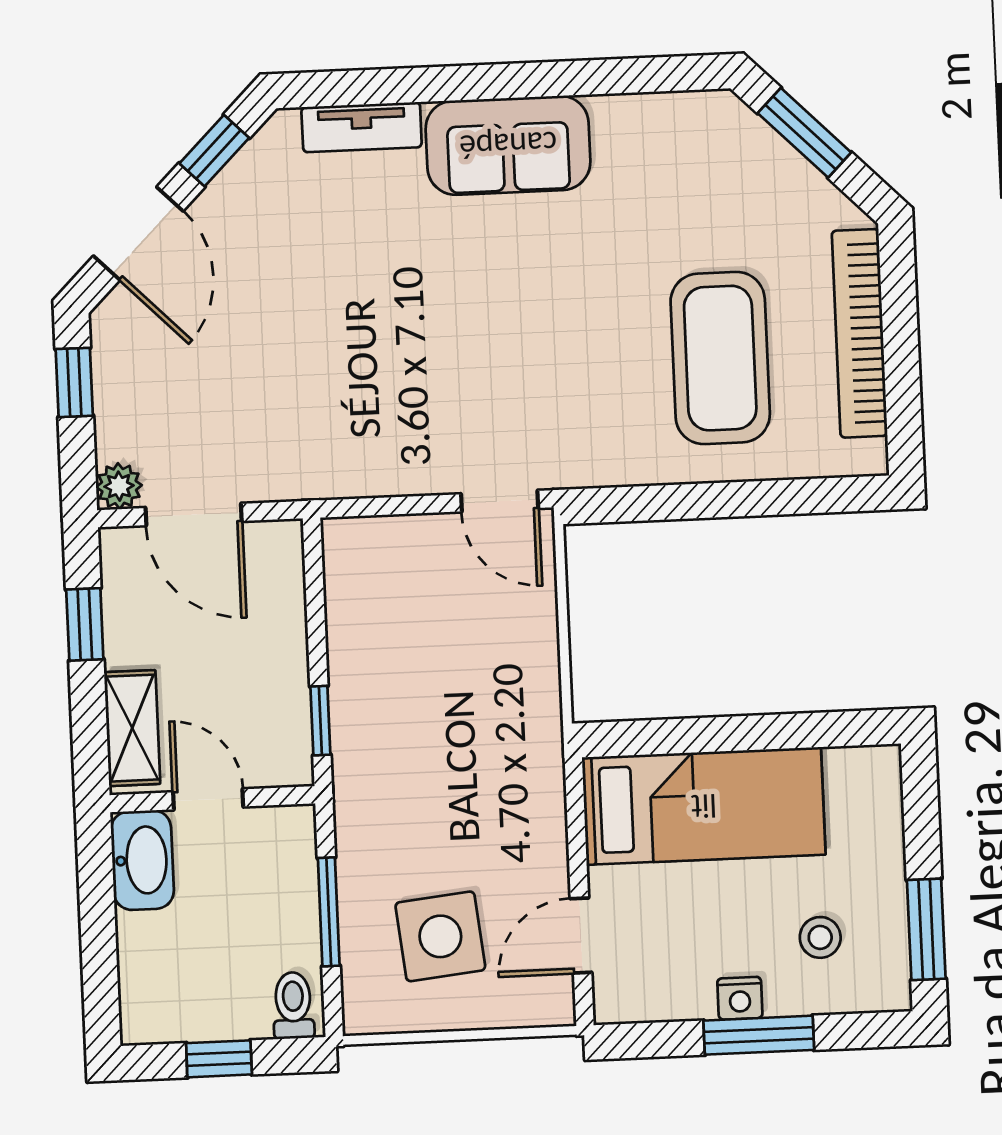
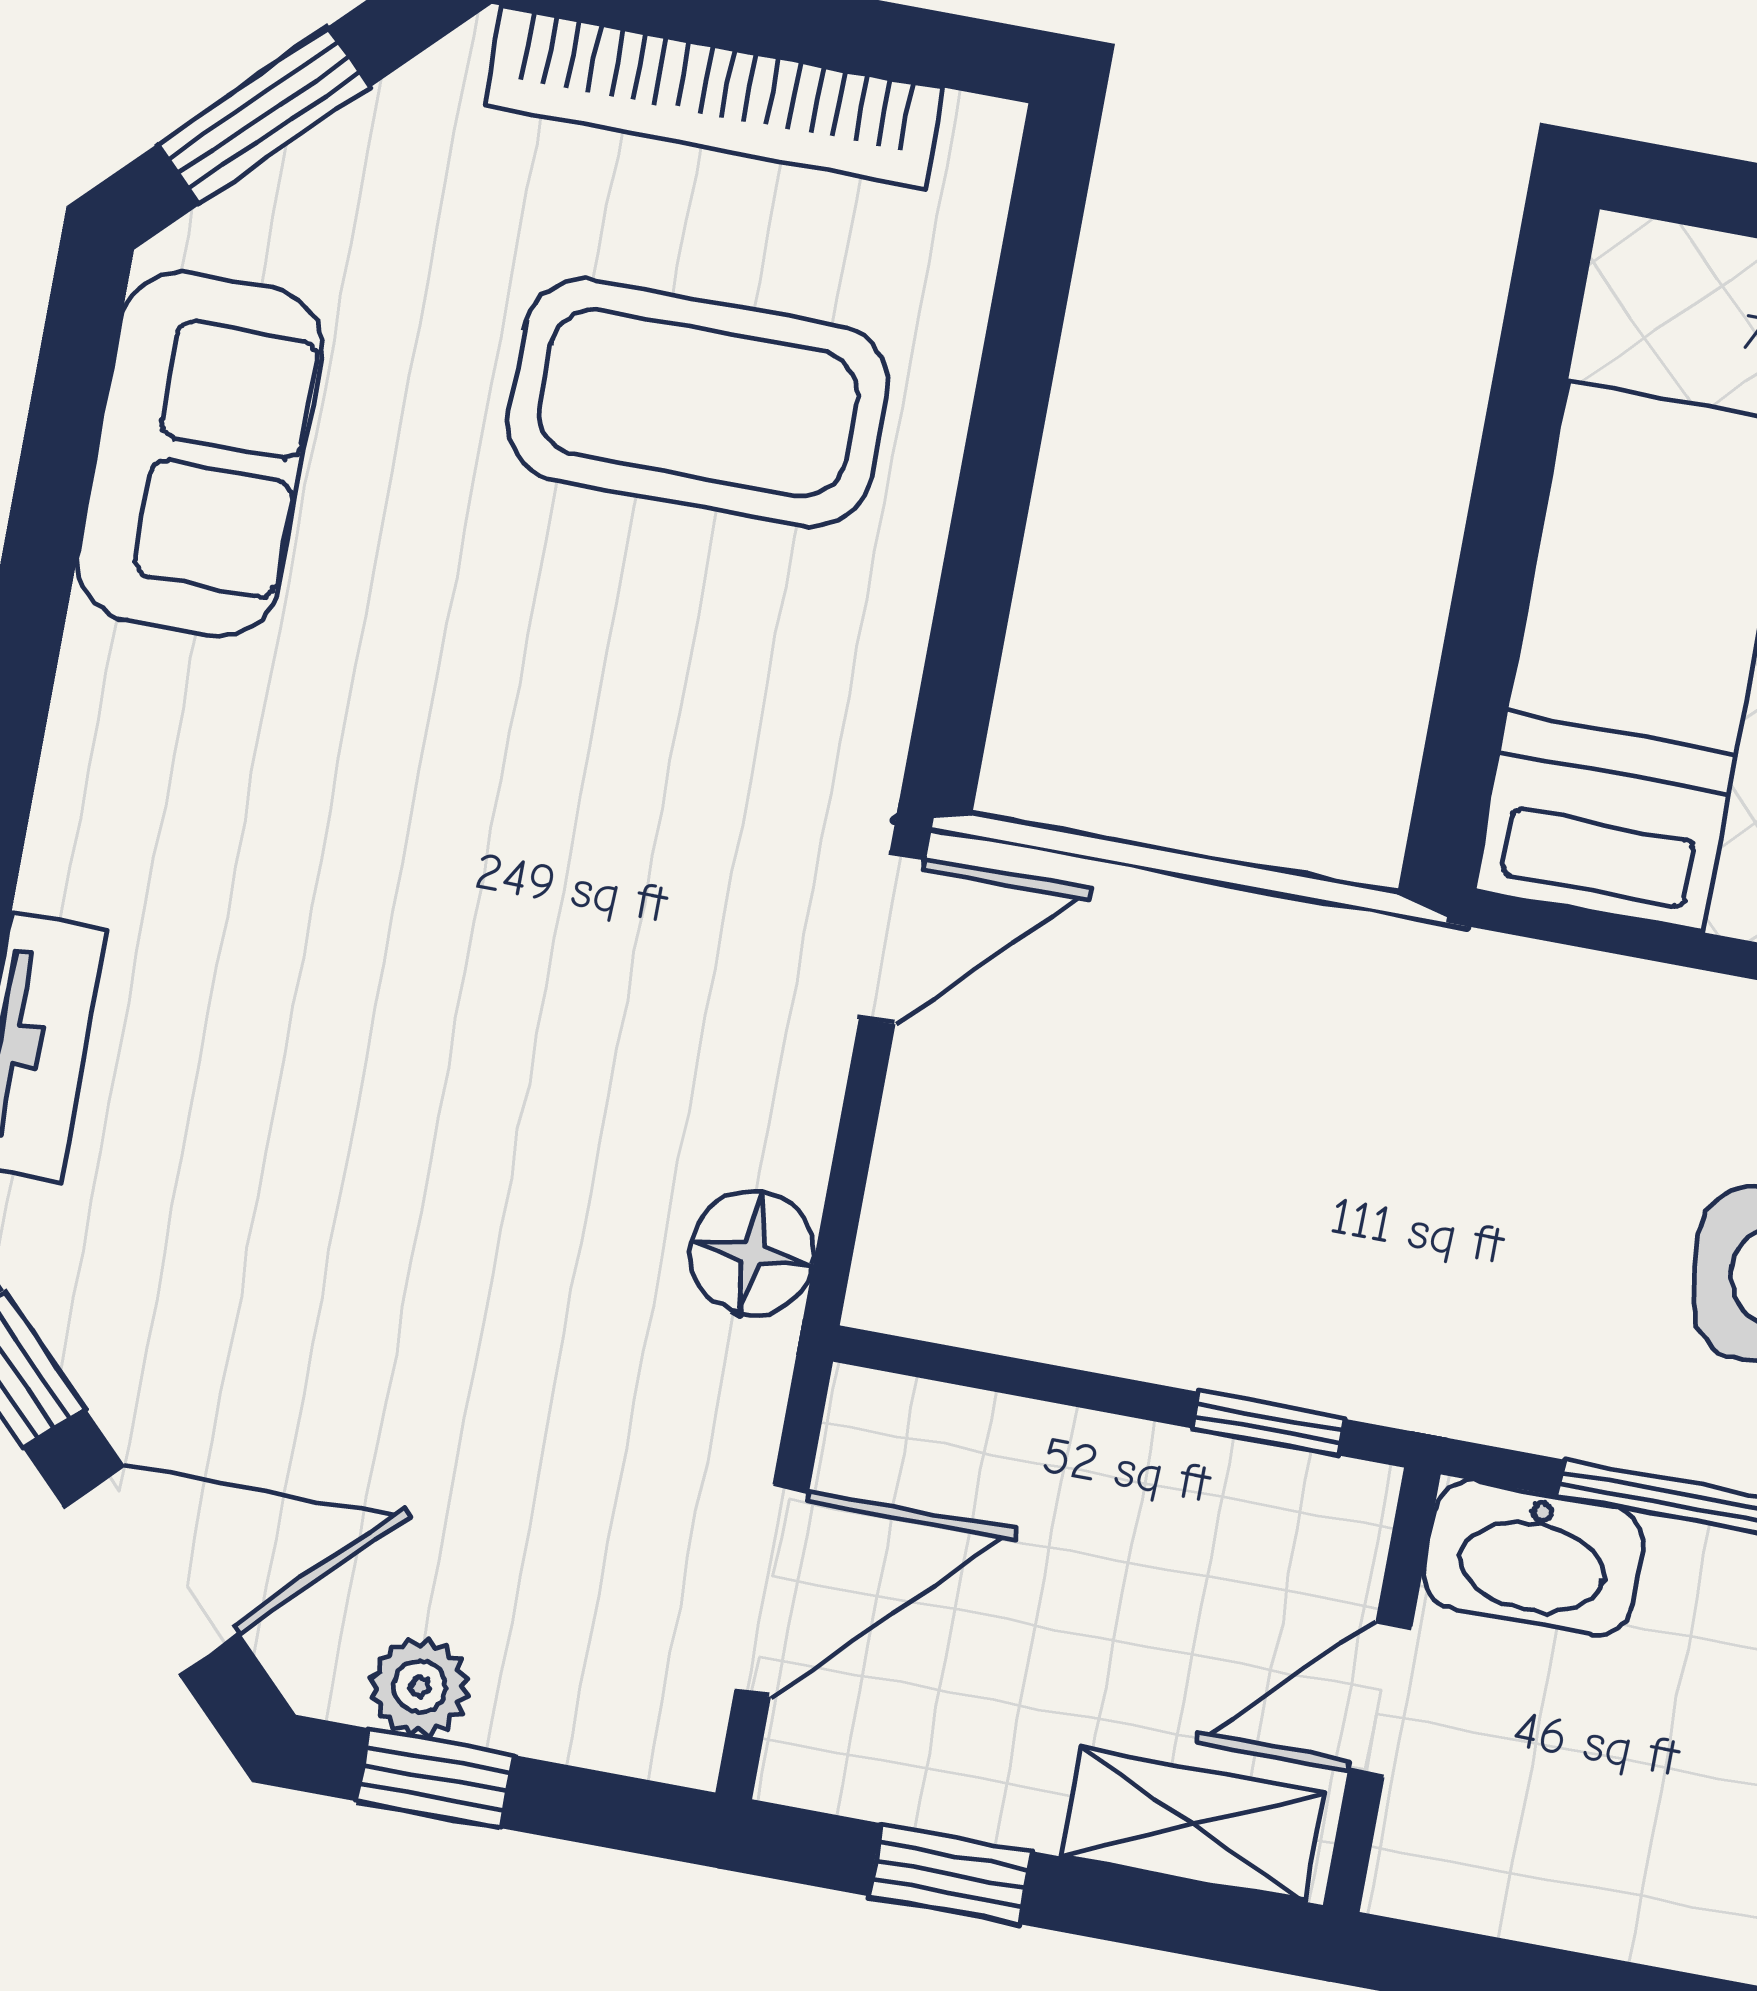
sofa: (508, 145) -> (200, 454), moved
floor lamp: (344, 471) -> (752, 1253), added
plant: (119, 486) -> (420, 1687), moved
washbasin: (142, 860) -> (1534, 1558), moved, turned 180

